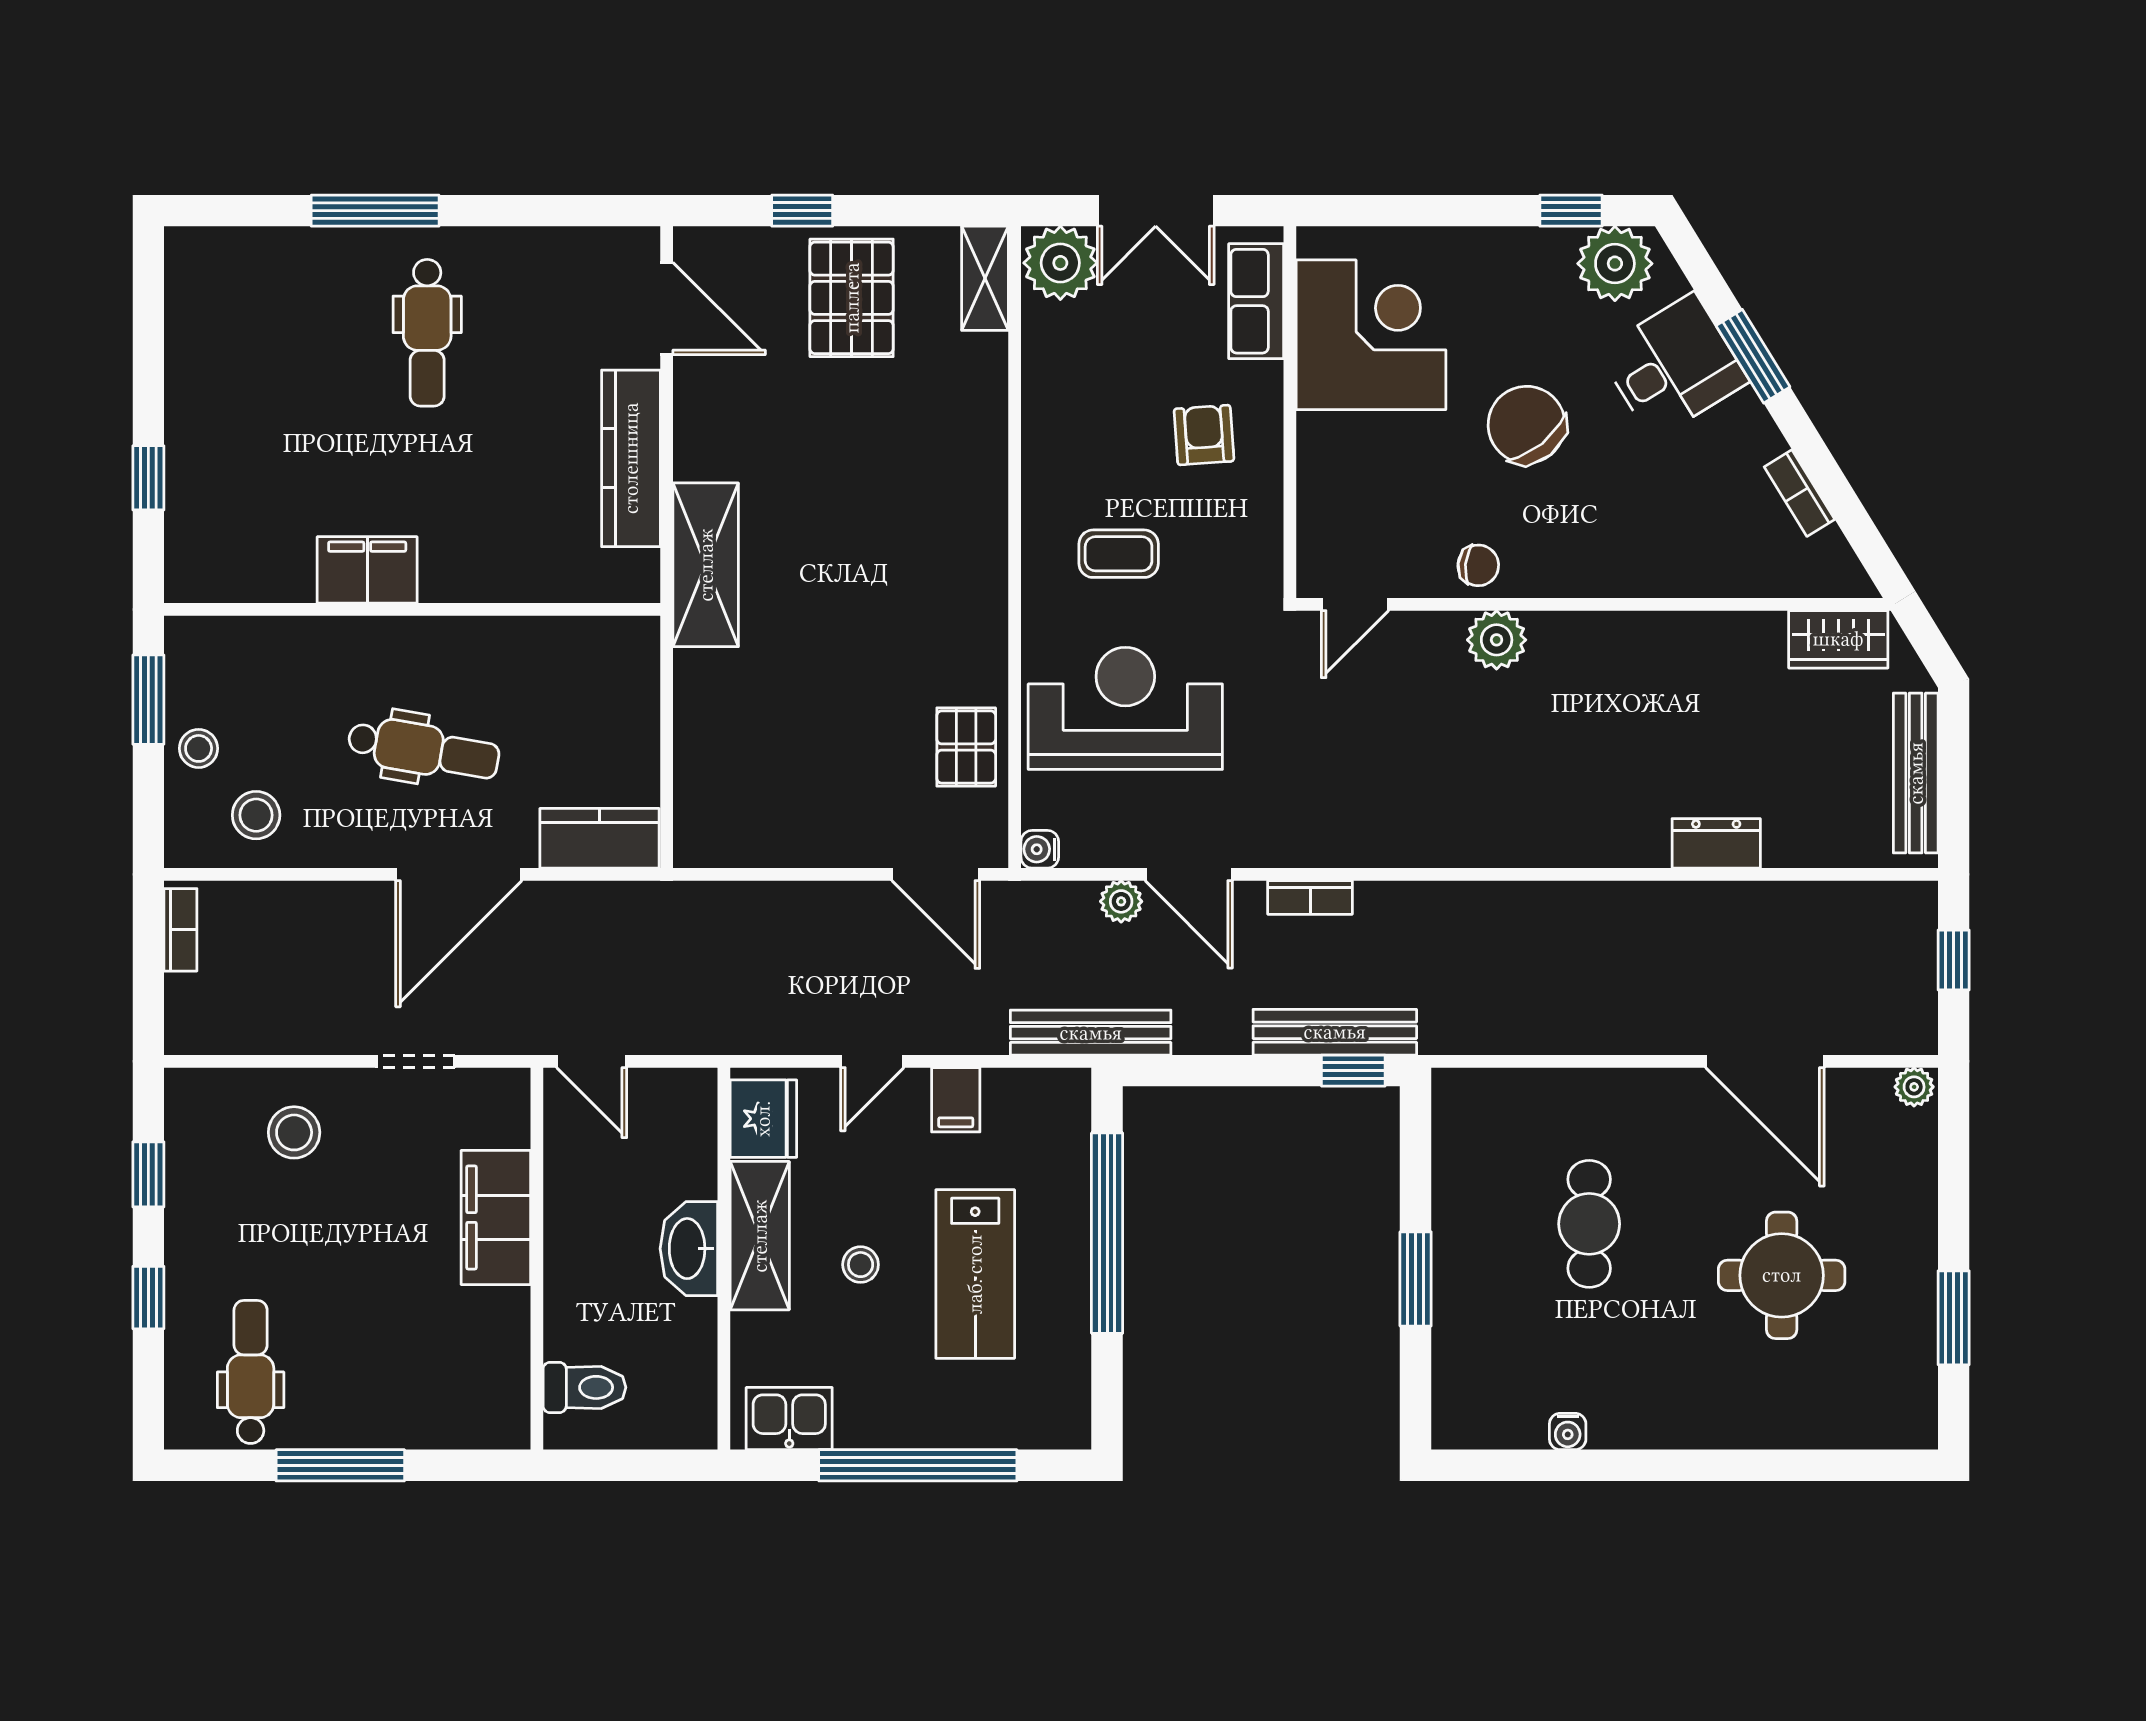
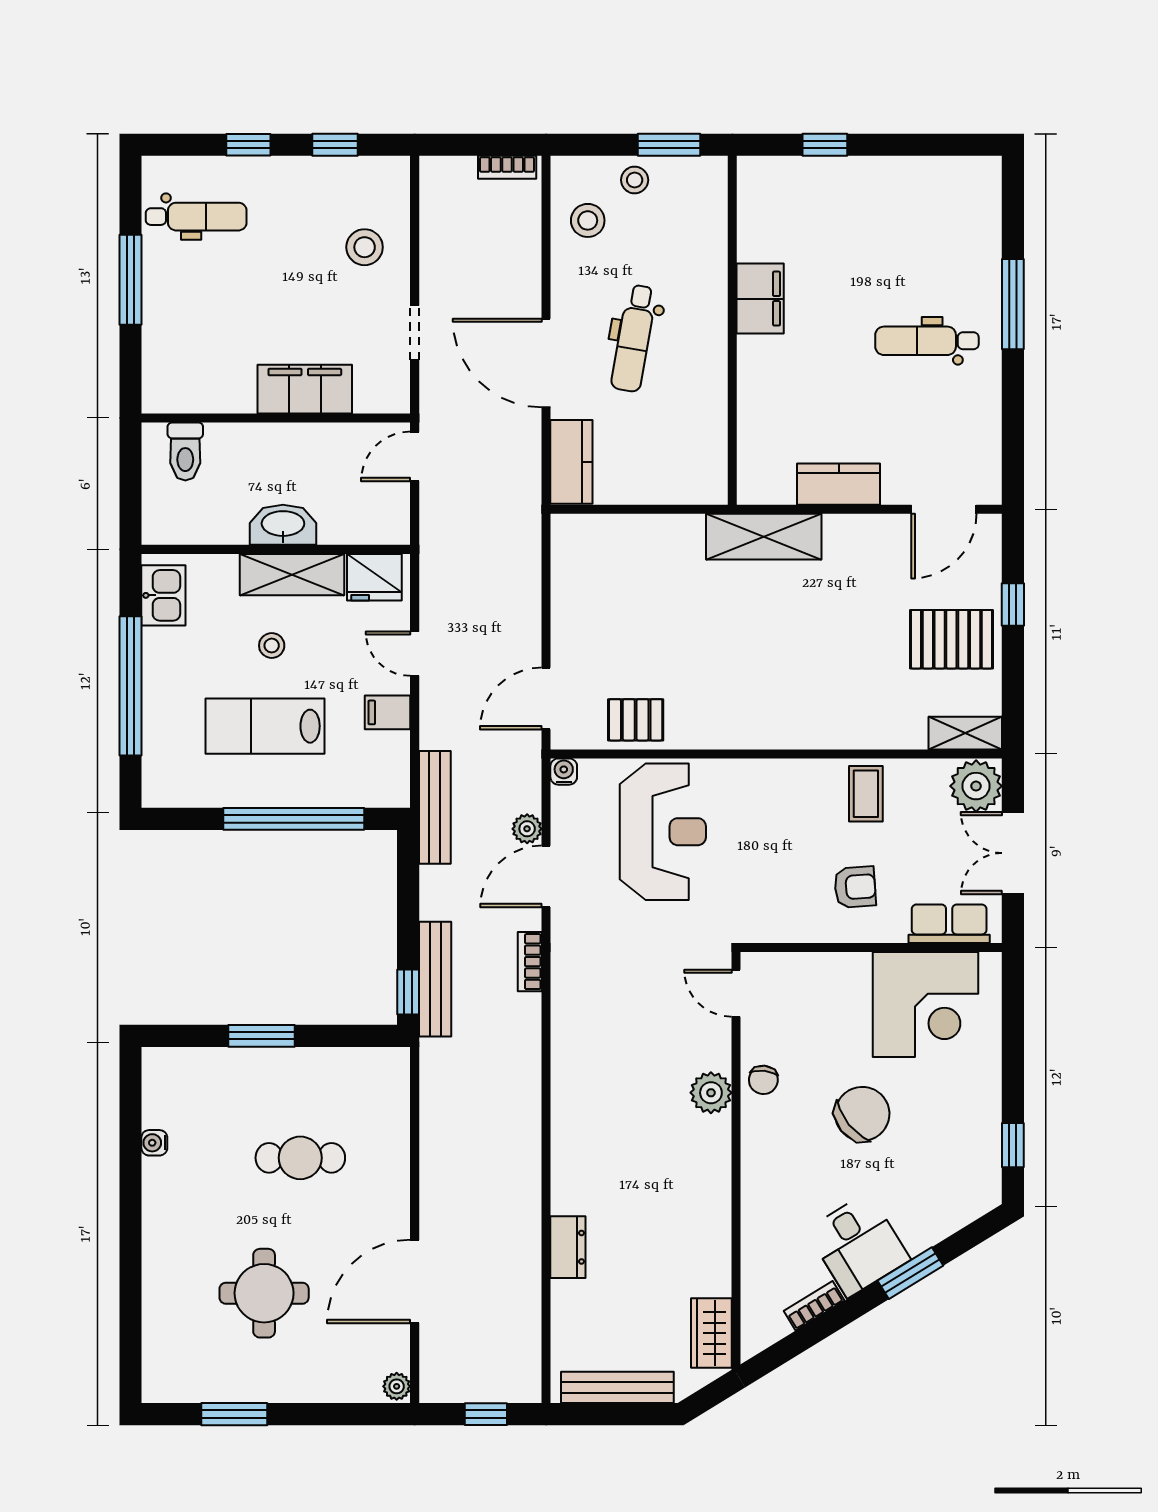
plant: (1615, 264) -> (976, 1176), removed
desk: (1673, 366) -> (858, 1245), moved
kitchen counter: (631, 458) -> (839, 484), width x0.67
coffee table: (1119, 554) -> (866, 794), moved

